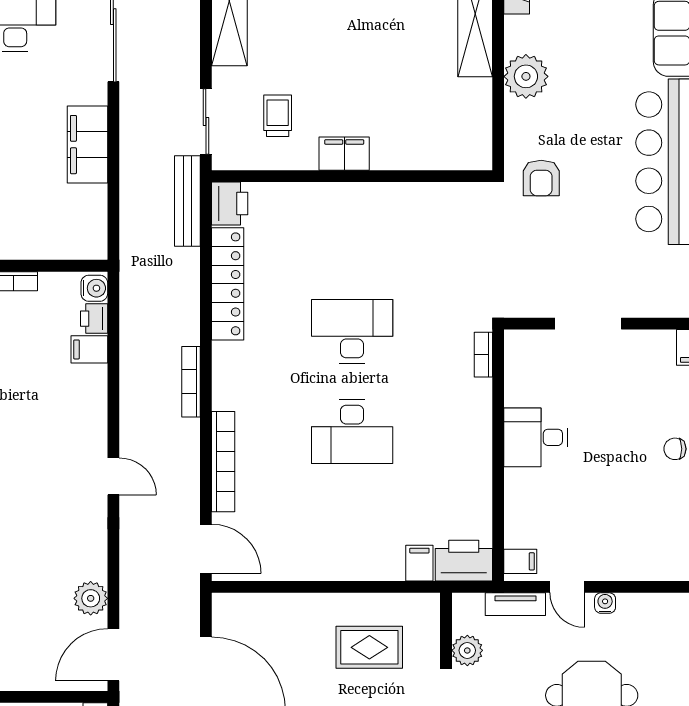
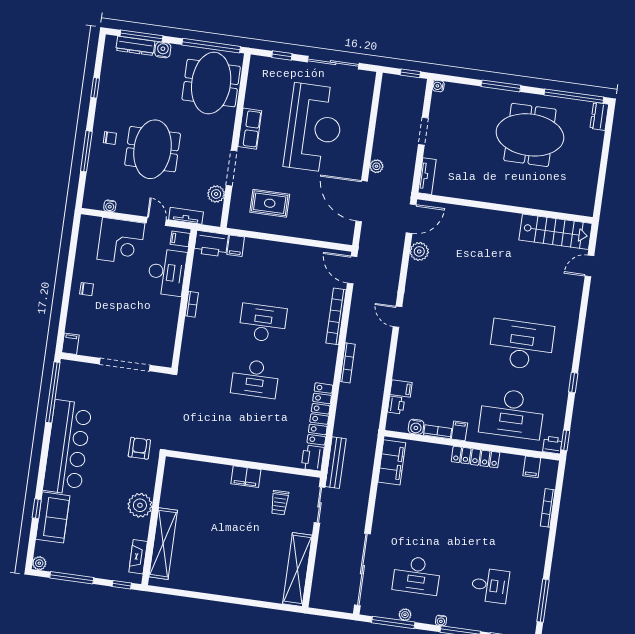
filing cabinet: (87, 145) -> (392, 462), moved
water cooler: (94, 288) -> (416, 427), moved, turned -90
doorway: (588, 324) -> (125, 365), width x1.36
bookcase: (483, 355) -> (192, 304), moved
desk: (536, 437) -> (167, 272), moved, width x1.37
corner desk: (625, 543) -> (121, 241), added
water cooler: (605, 603) -> (110, 206), moved

